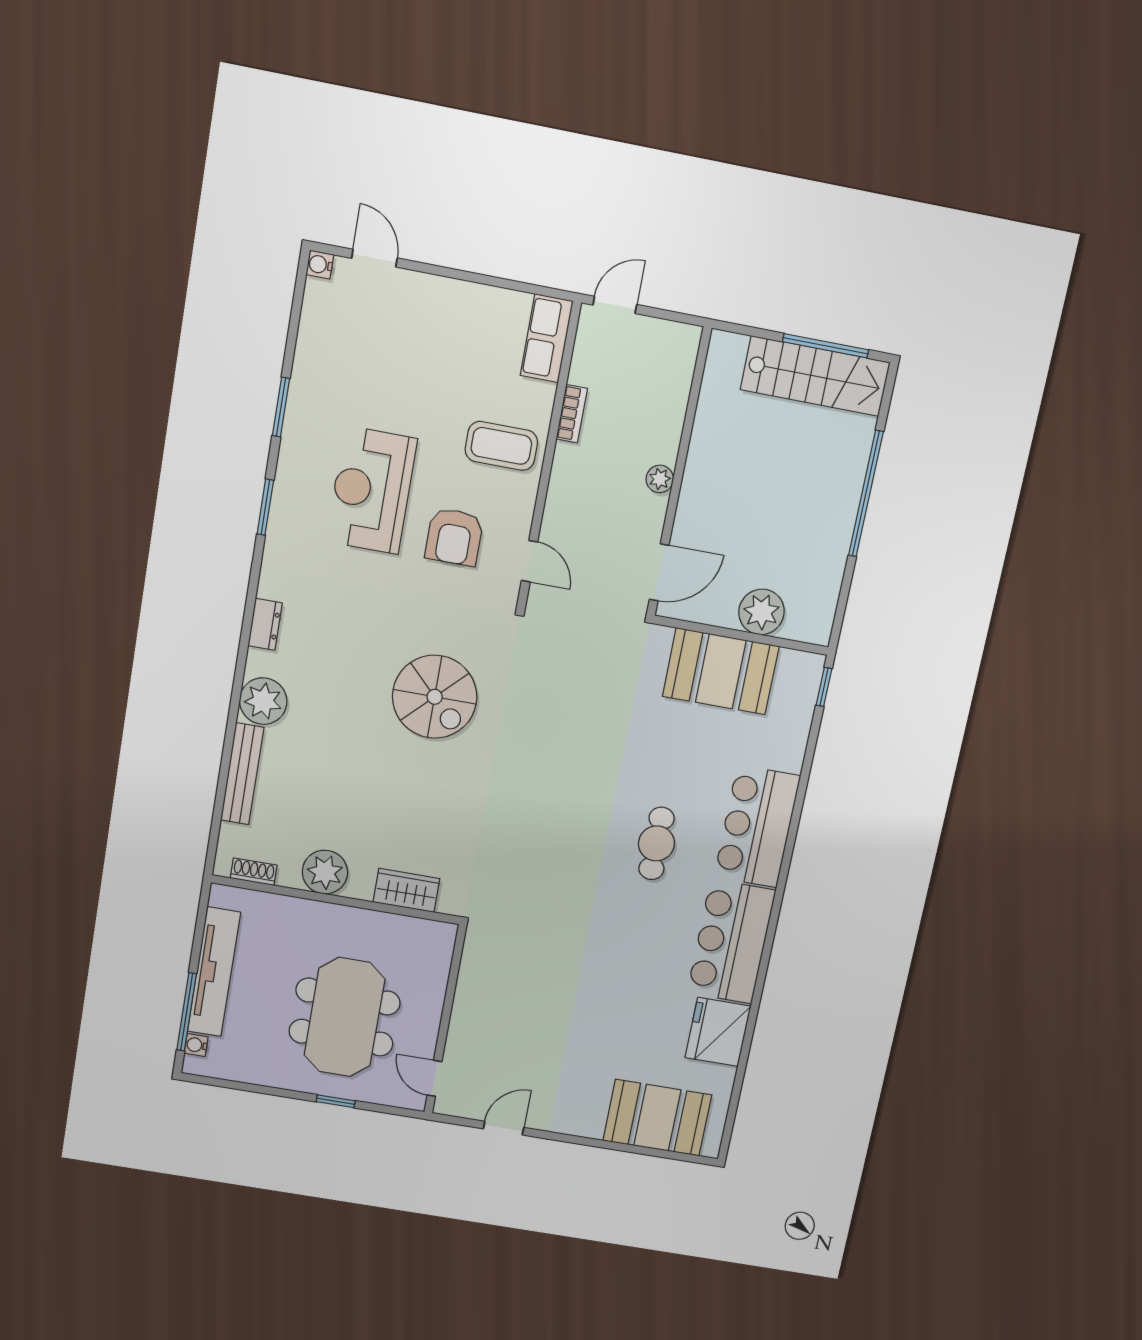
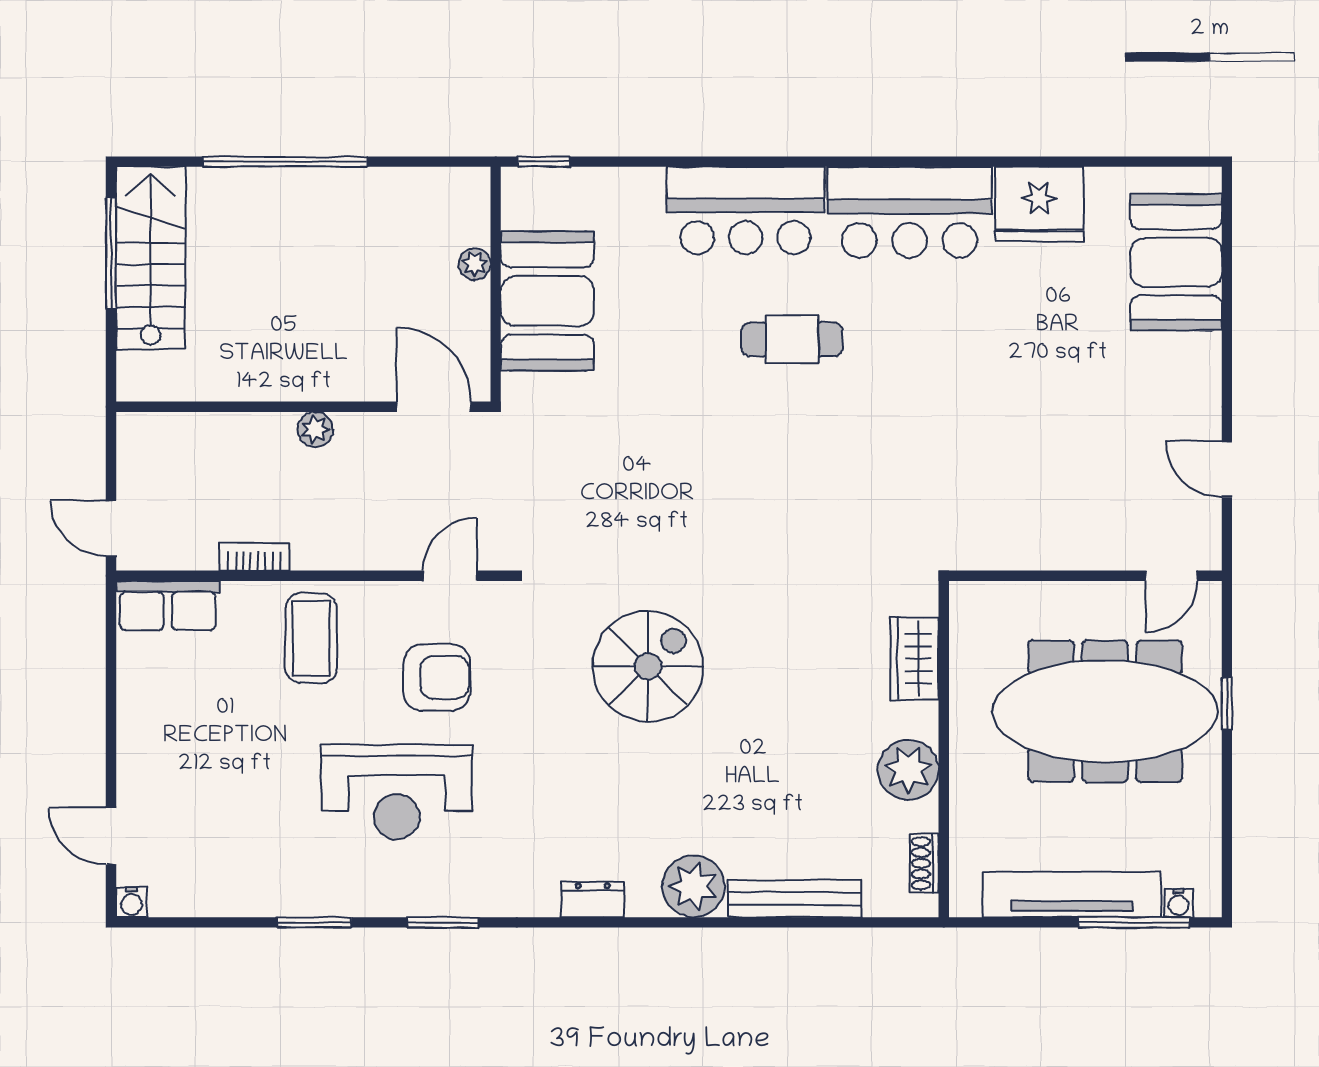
door: (374, 258) -> (111, 836), hinge flipped
plant: (762, 612) -> (475, 264), width x0.53, depth x0.53
meeting table: (345, 1017) -> (1105, 711), width x1.36

